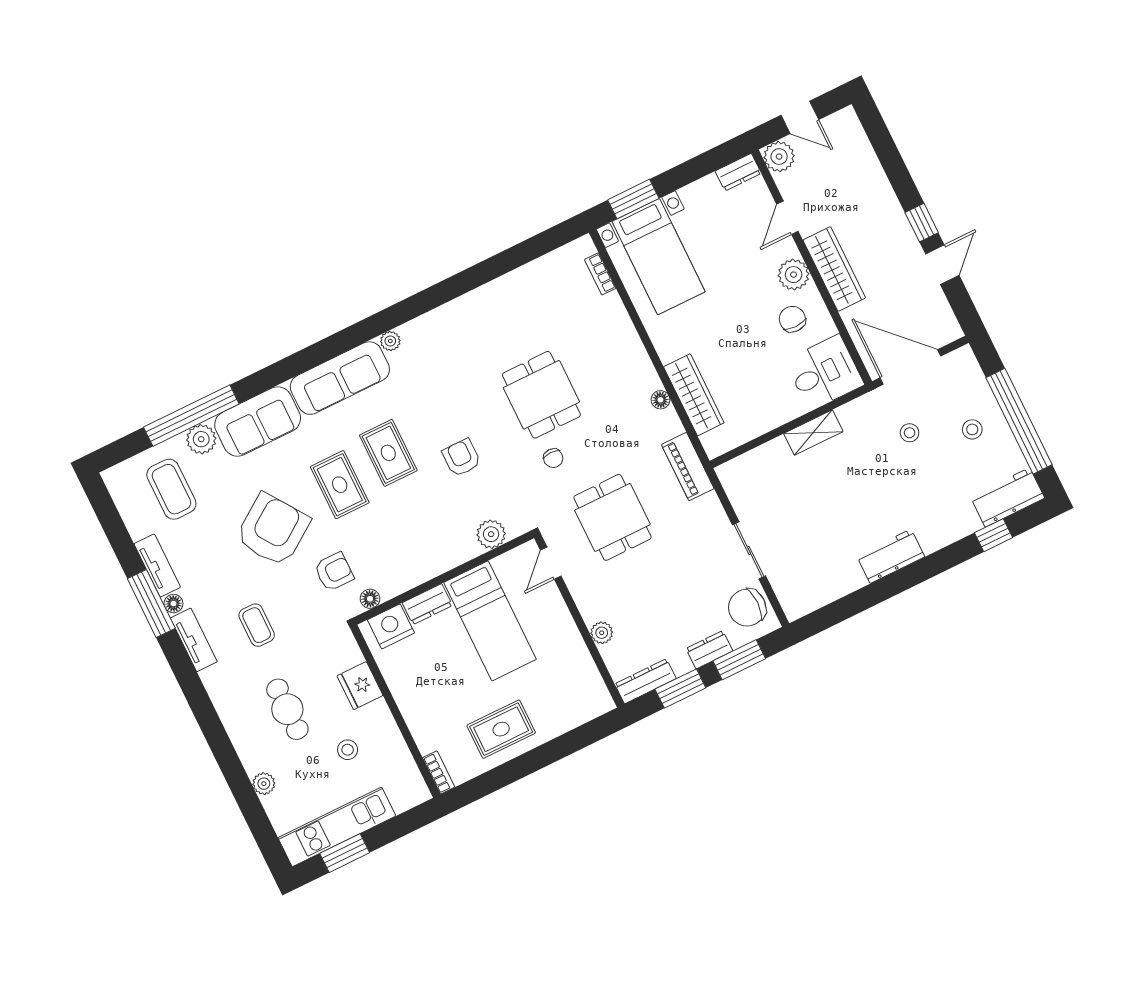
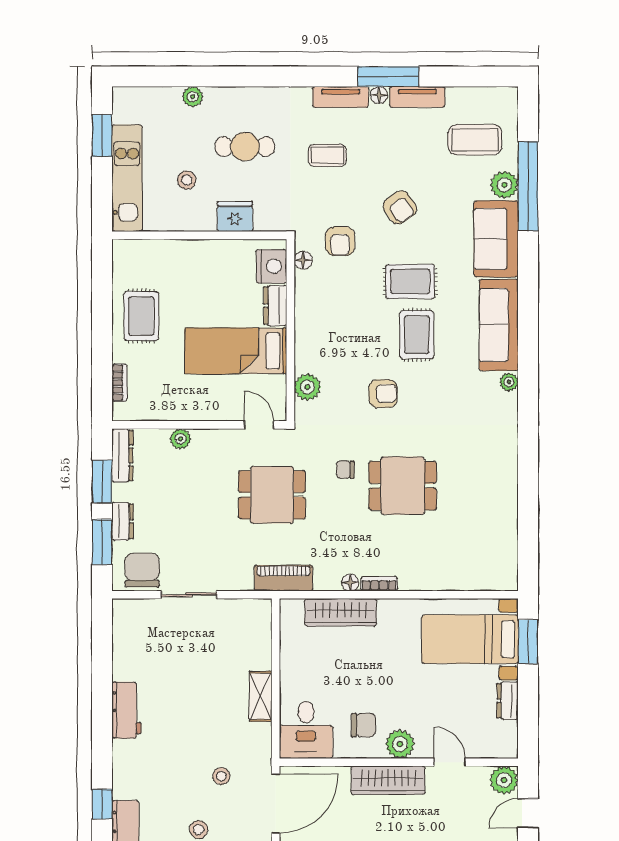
dresser: (738, 172) -> (508, 701), moved
bookcase: (600, 274) -> (379, 584), moved
rug: (388, 453) -> (417, 335), turned 90
armchair: (273, 530) -> (400, 207), width x0.53, depth x0.53
bookcase: (439, 772) -> (119, 383), moved, turned -90
kitchen unit: (337, 827) -> (127, 178), moved

